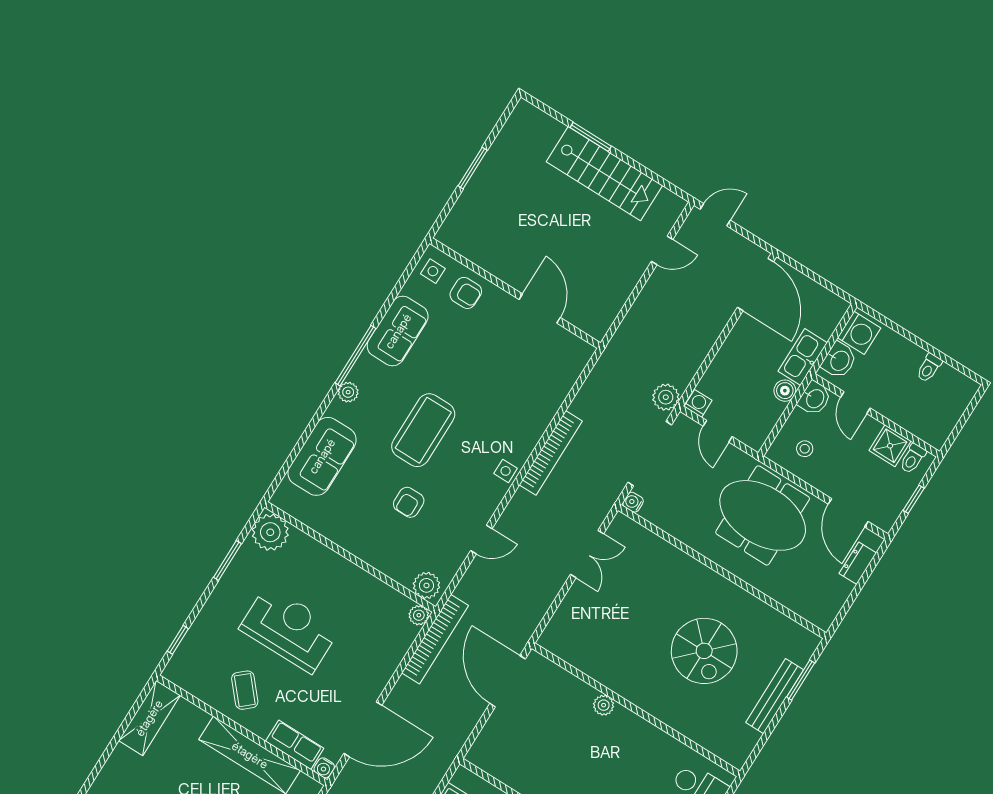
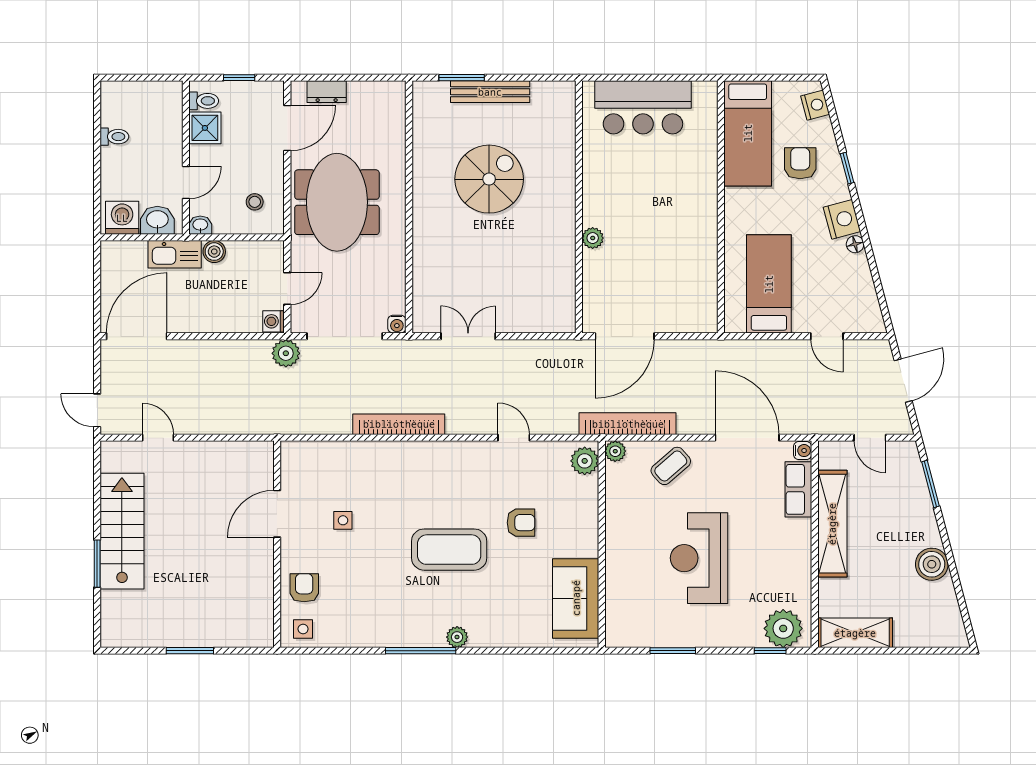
sofa: (398, 331) -> (376, 627), removed
washbasin: (815, 398) -> (200, 225), width x0.72, depth x0.69
sofa: (322, 456) -> (576, 598), moved, turned -90
side table: (506, 471) -> (343, 520), moved
plant: (270, 532) -> (783, 628), moved
coffee table: (245, 690) -> (671, 466), moved

